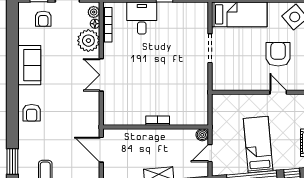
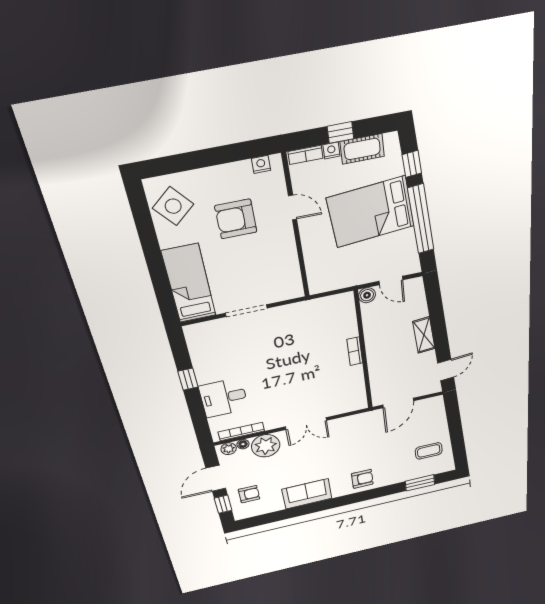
door: (278, 92) -> (293, 208), swing flipped
bed: (258, 145) -> (371, 212), width x1.50

